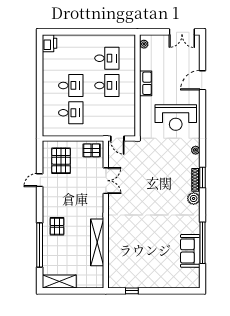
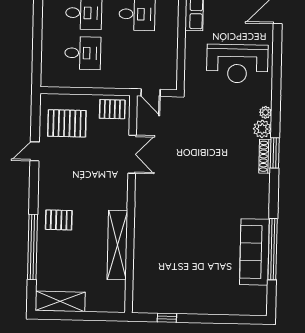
pallet: (61, 161) -> (67, 123), turned 90
plant: (194, 198) -> (262, 129), moved
pallet: (57, 226) -> (59, 220), turned 90
sofa: (190, 251) -> (254, 252), width x1.36

